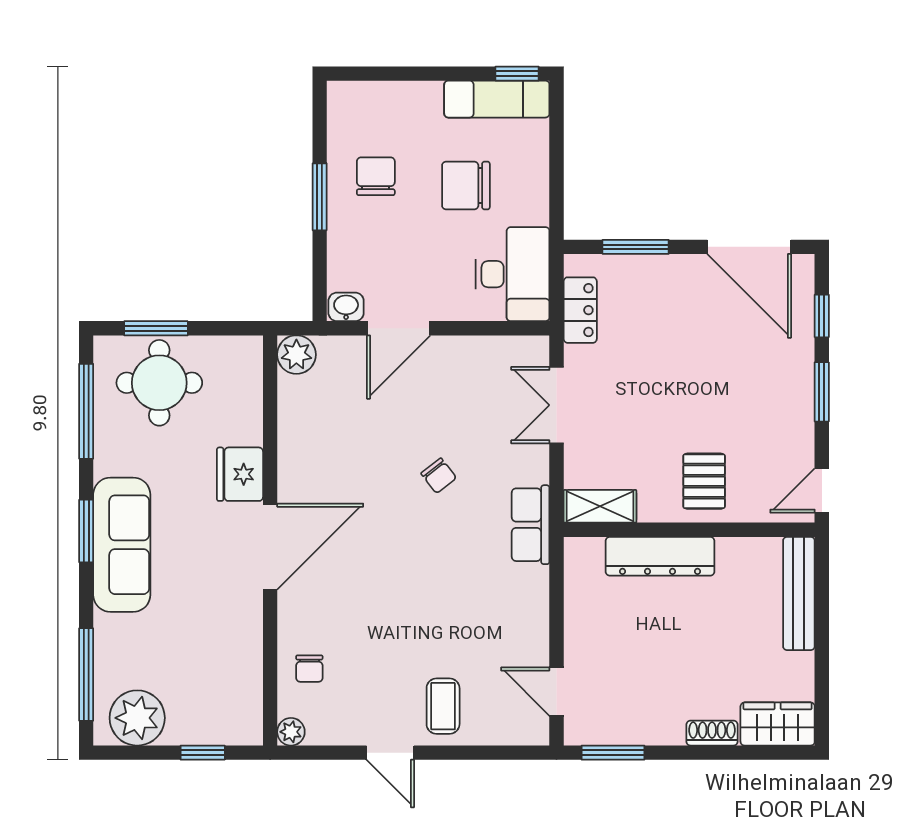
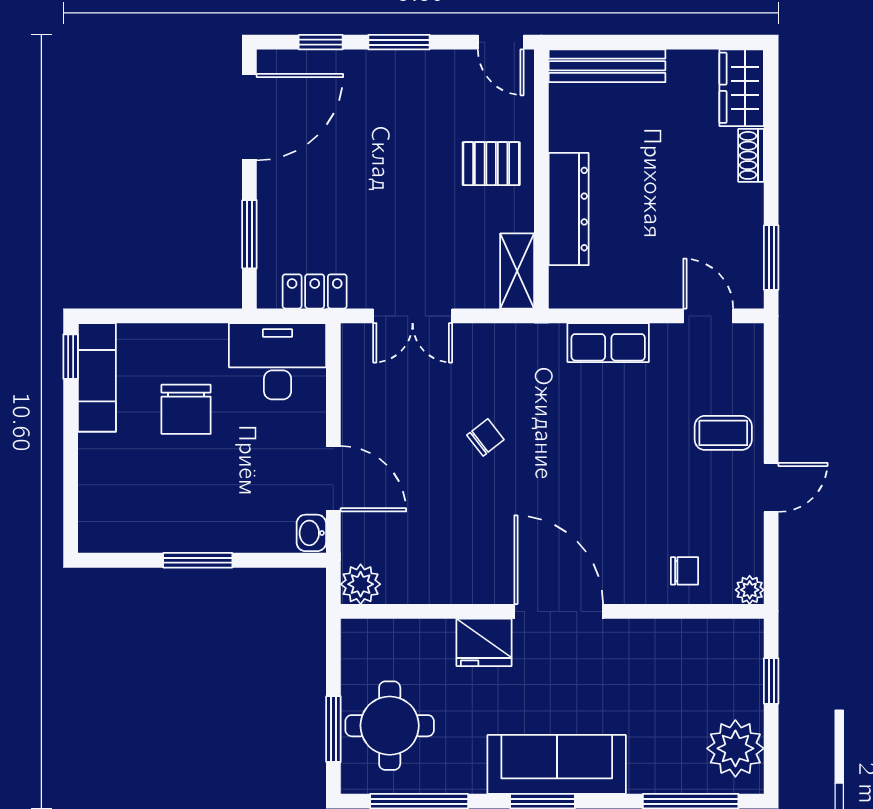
chair: (376, 176) -> (177, 502), removed
row of seats: (531, 525) -> (608, 343), moved
door: (557, 692) -> (708, 316), swing flipped

